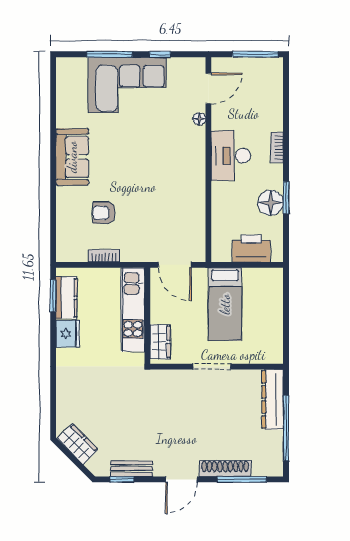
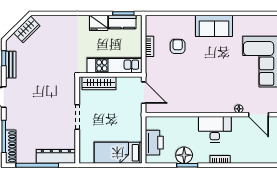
door: (175, 265) -> (144, 93), swing flipped
bed: (225, 304) -> (118, 153), moved
wardrobe: (160, 342) -> (99, 83), width x1.50
shoe rack: (225, 469) -> (11, 147), moved

